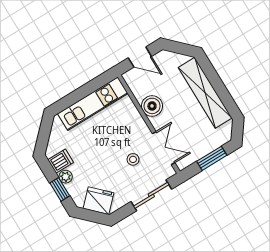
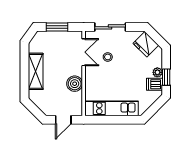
door: (140, 57) -> (63, 120), swing flipped
shelving: (205, 93) -> (36, 71), width x0.68
double door: (164, 148) -> (84, 52), swing flipped
window: (60, 189) -> (166, 77), moved

